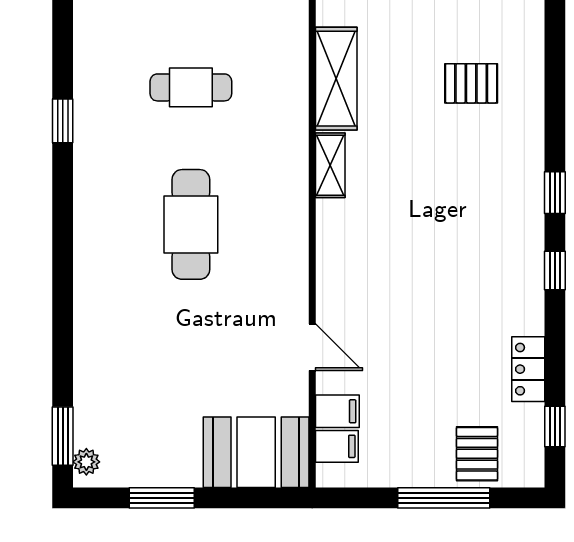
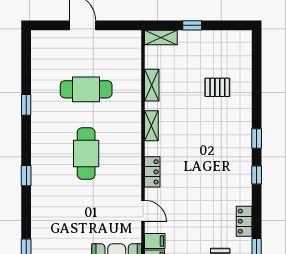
shelving: (336, 79) -> (152, 85), width x0.67, depth x0.75
cafe table: (191, 87) -> (86, 89), width x1.37, depth x1.35
locker: (332, 264) -> (152, 172), added
window: (63, 272) -> (26, 176), added

